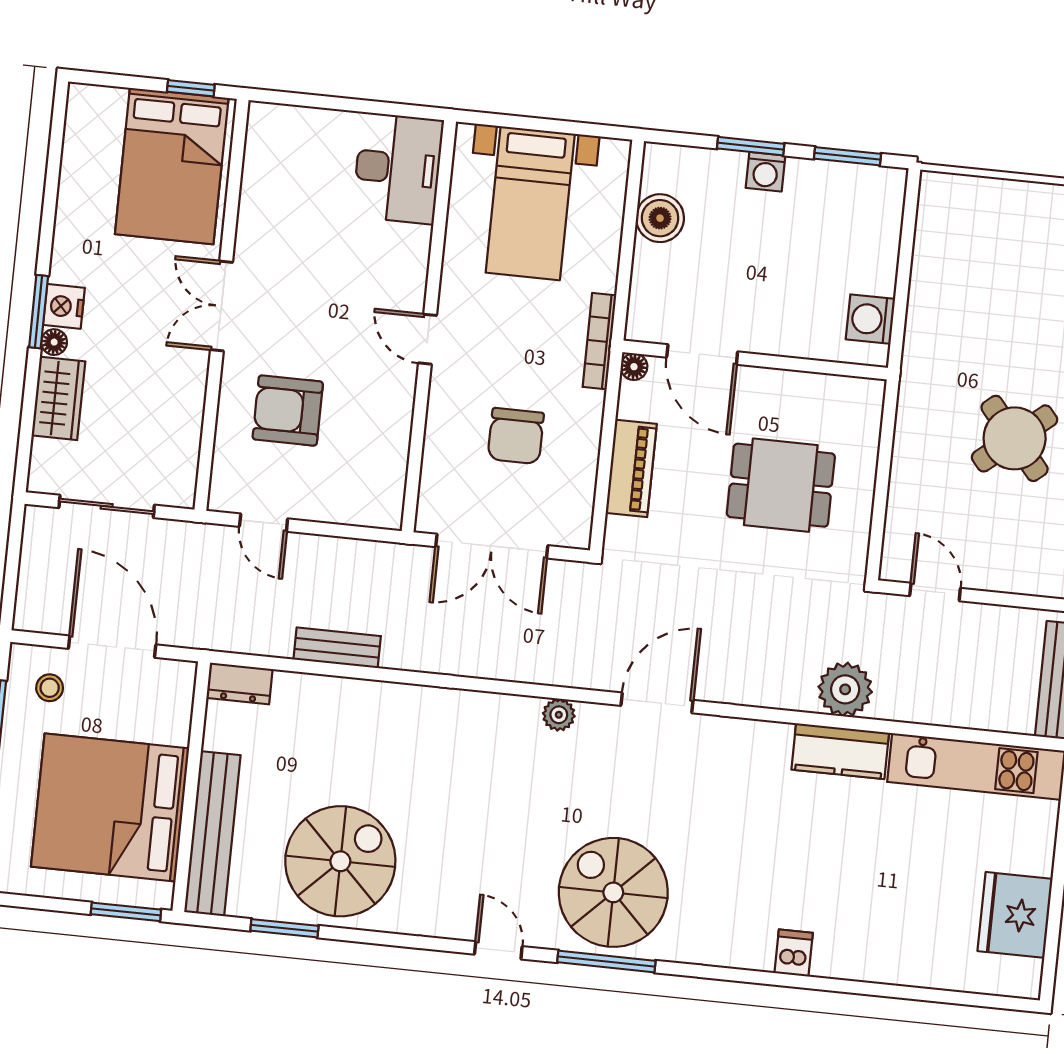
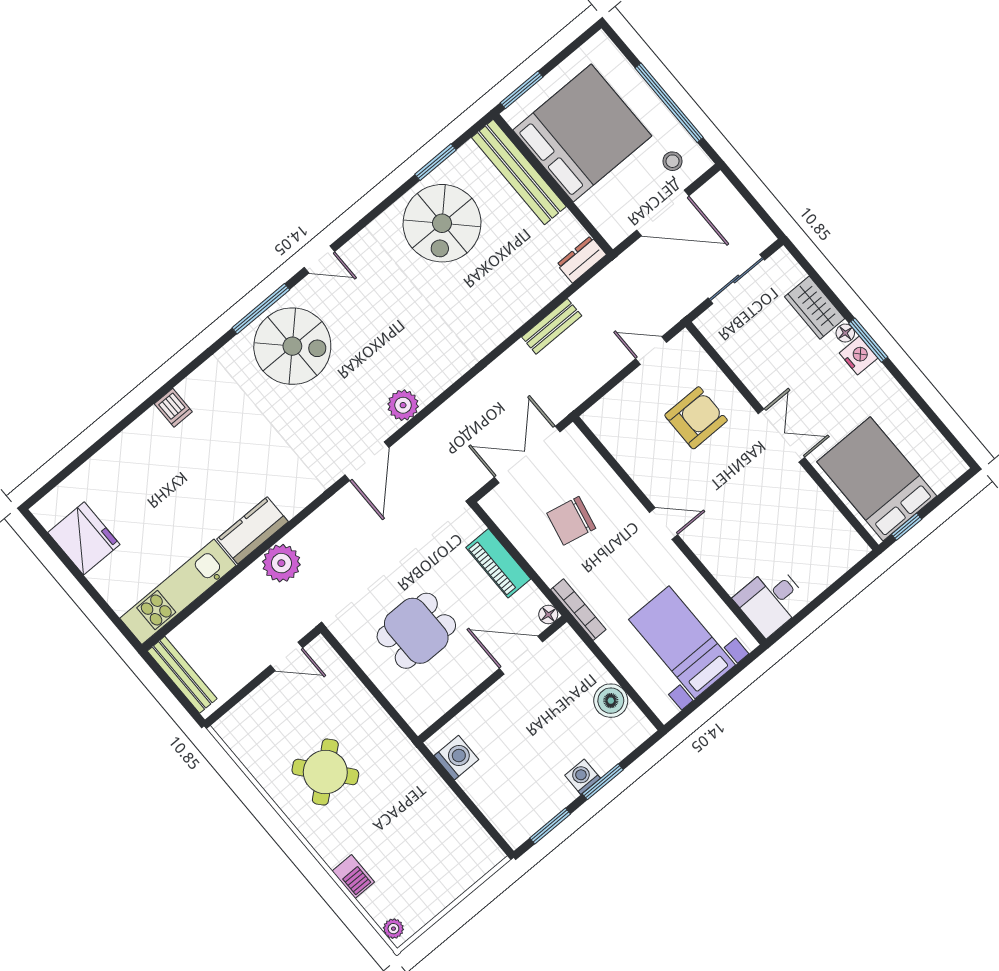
desk: (398, 168) -> (771, 600), width x0.73
chair: (516, 436) -> (571, 521), turned -78
plant: (559, 715) -> (403, 405), width x1.38, depth x1.38

